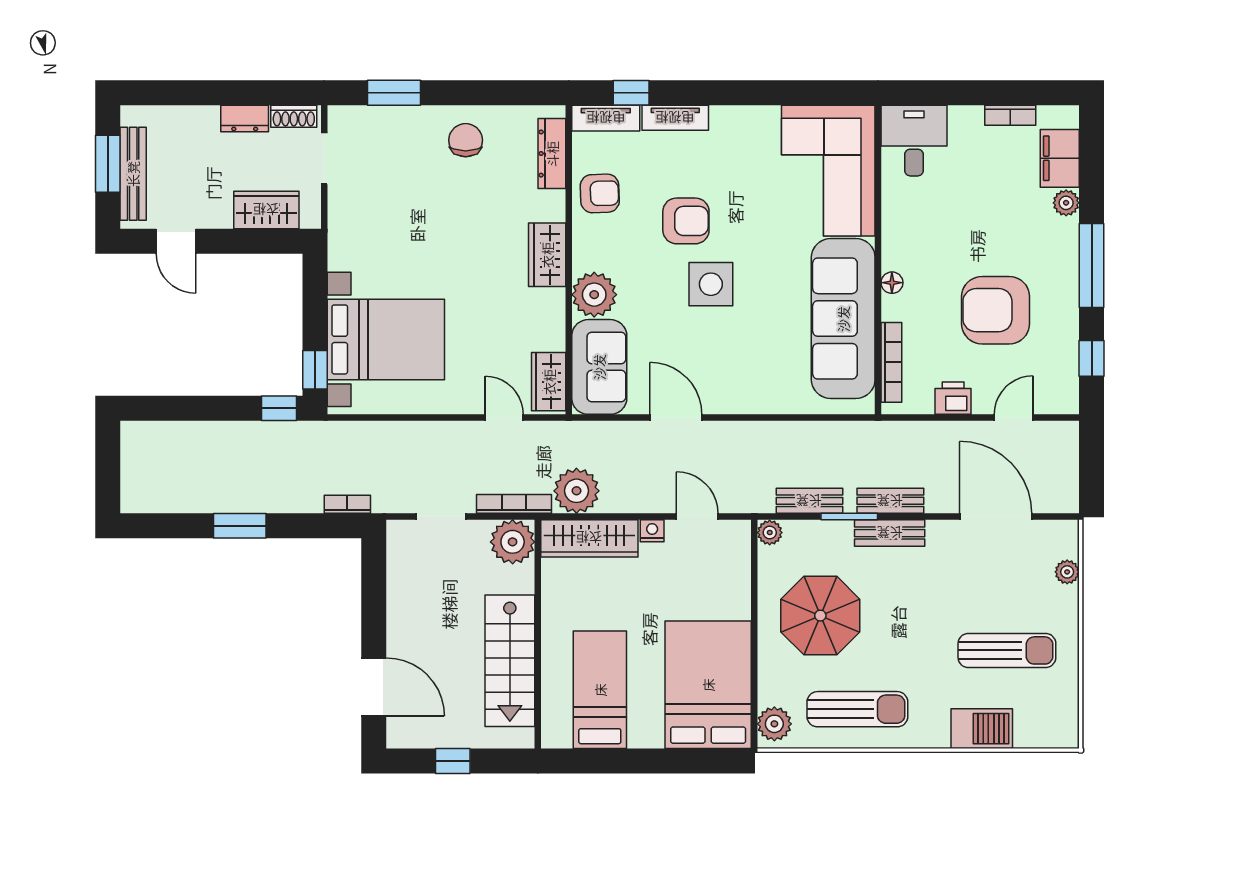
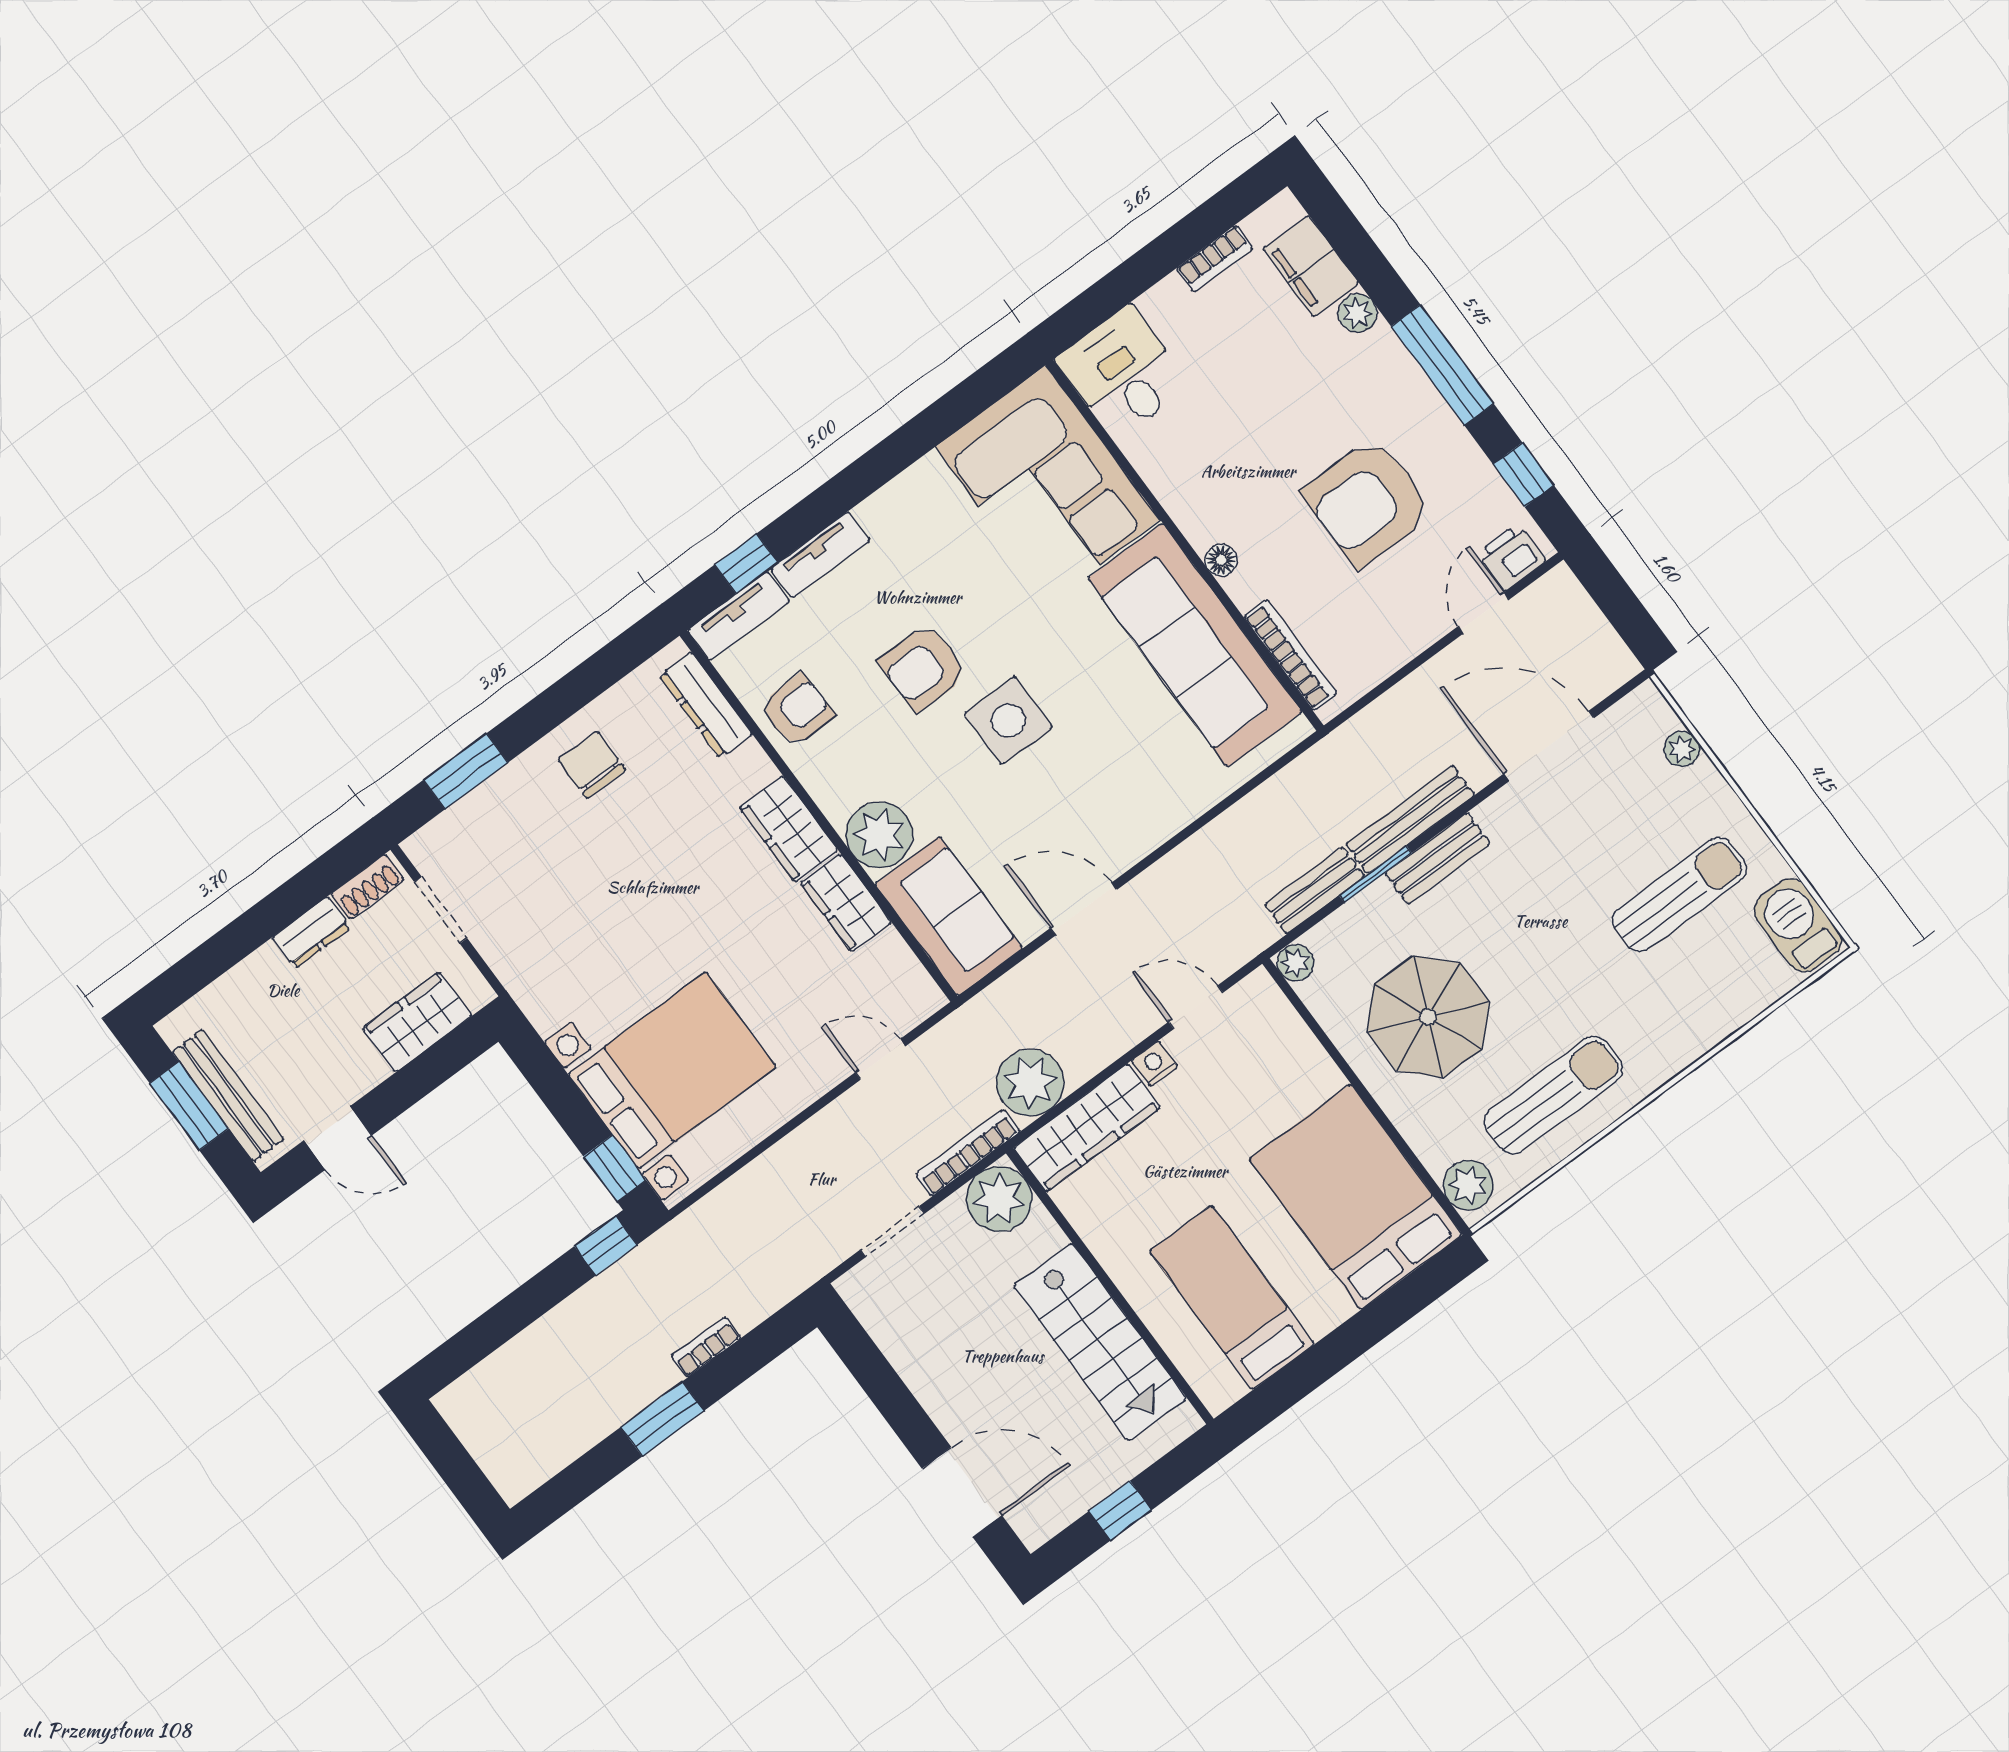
armchair: (686, 221) -> (923, 667), turned 180
wardrobe: (549, 382) -> (846, 903), moved
printer: (953, 398) -> (1511, 557), moved
bench: (890, 501) -> (1410, 820), width x1.36
bookcase: (347, 504) -> (706, 1347), moved
barbecue: (982, 729) -> (1798, 925), moved, turned -90

